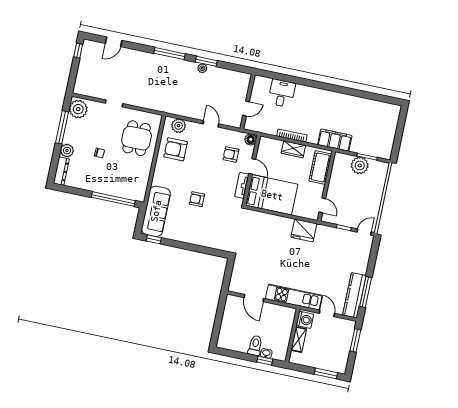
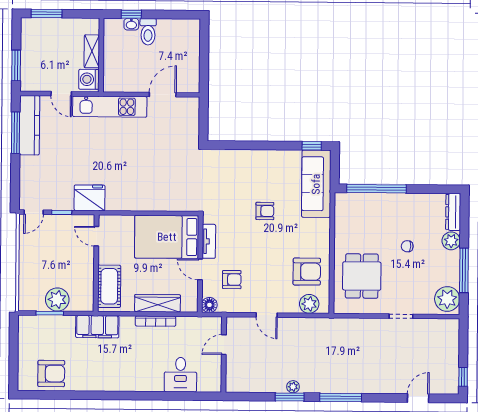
armchair: (375, 113) -> (51, 373), added
wardrobe: (293, 149) -> (157, 303), width x1.50
fridge: (304, 230) -> (90, 198), moved
door: (254, 298) -> (163, 95), hinge flipped

